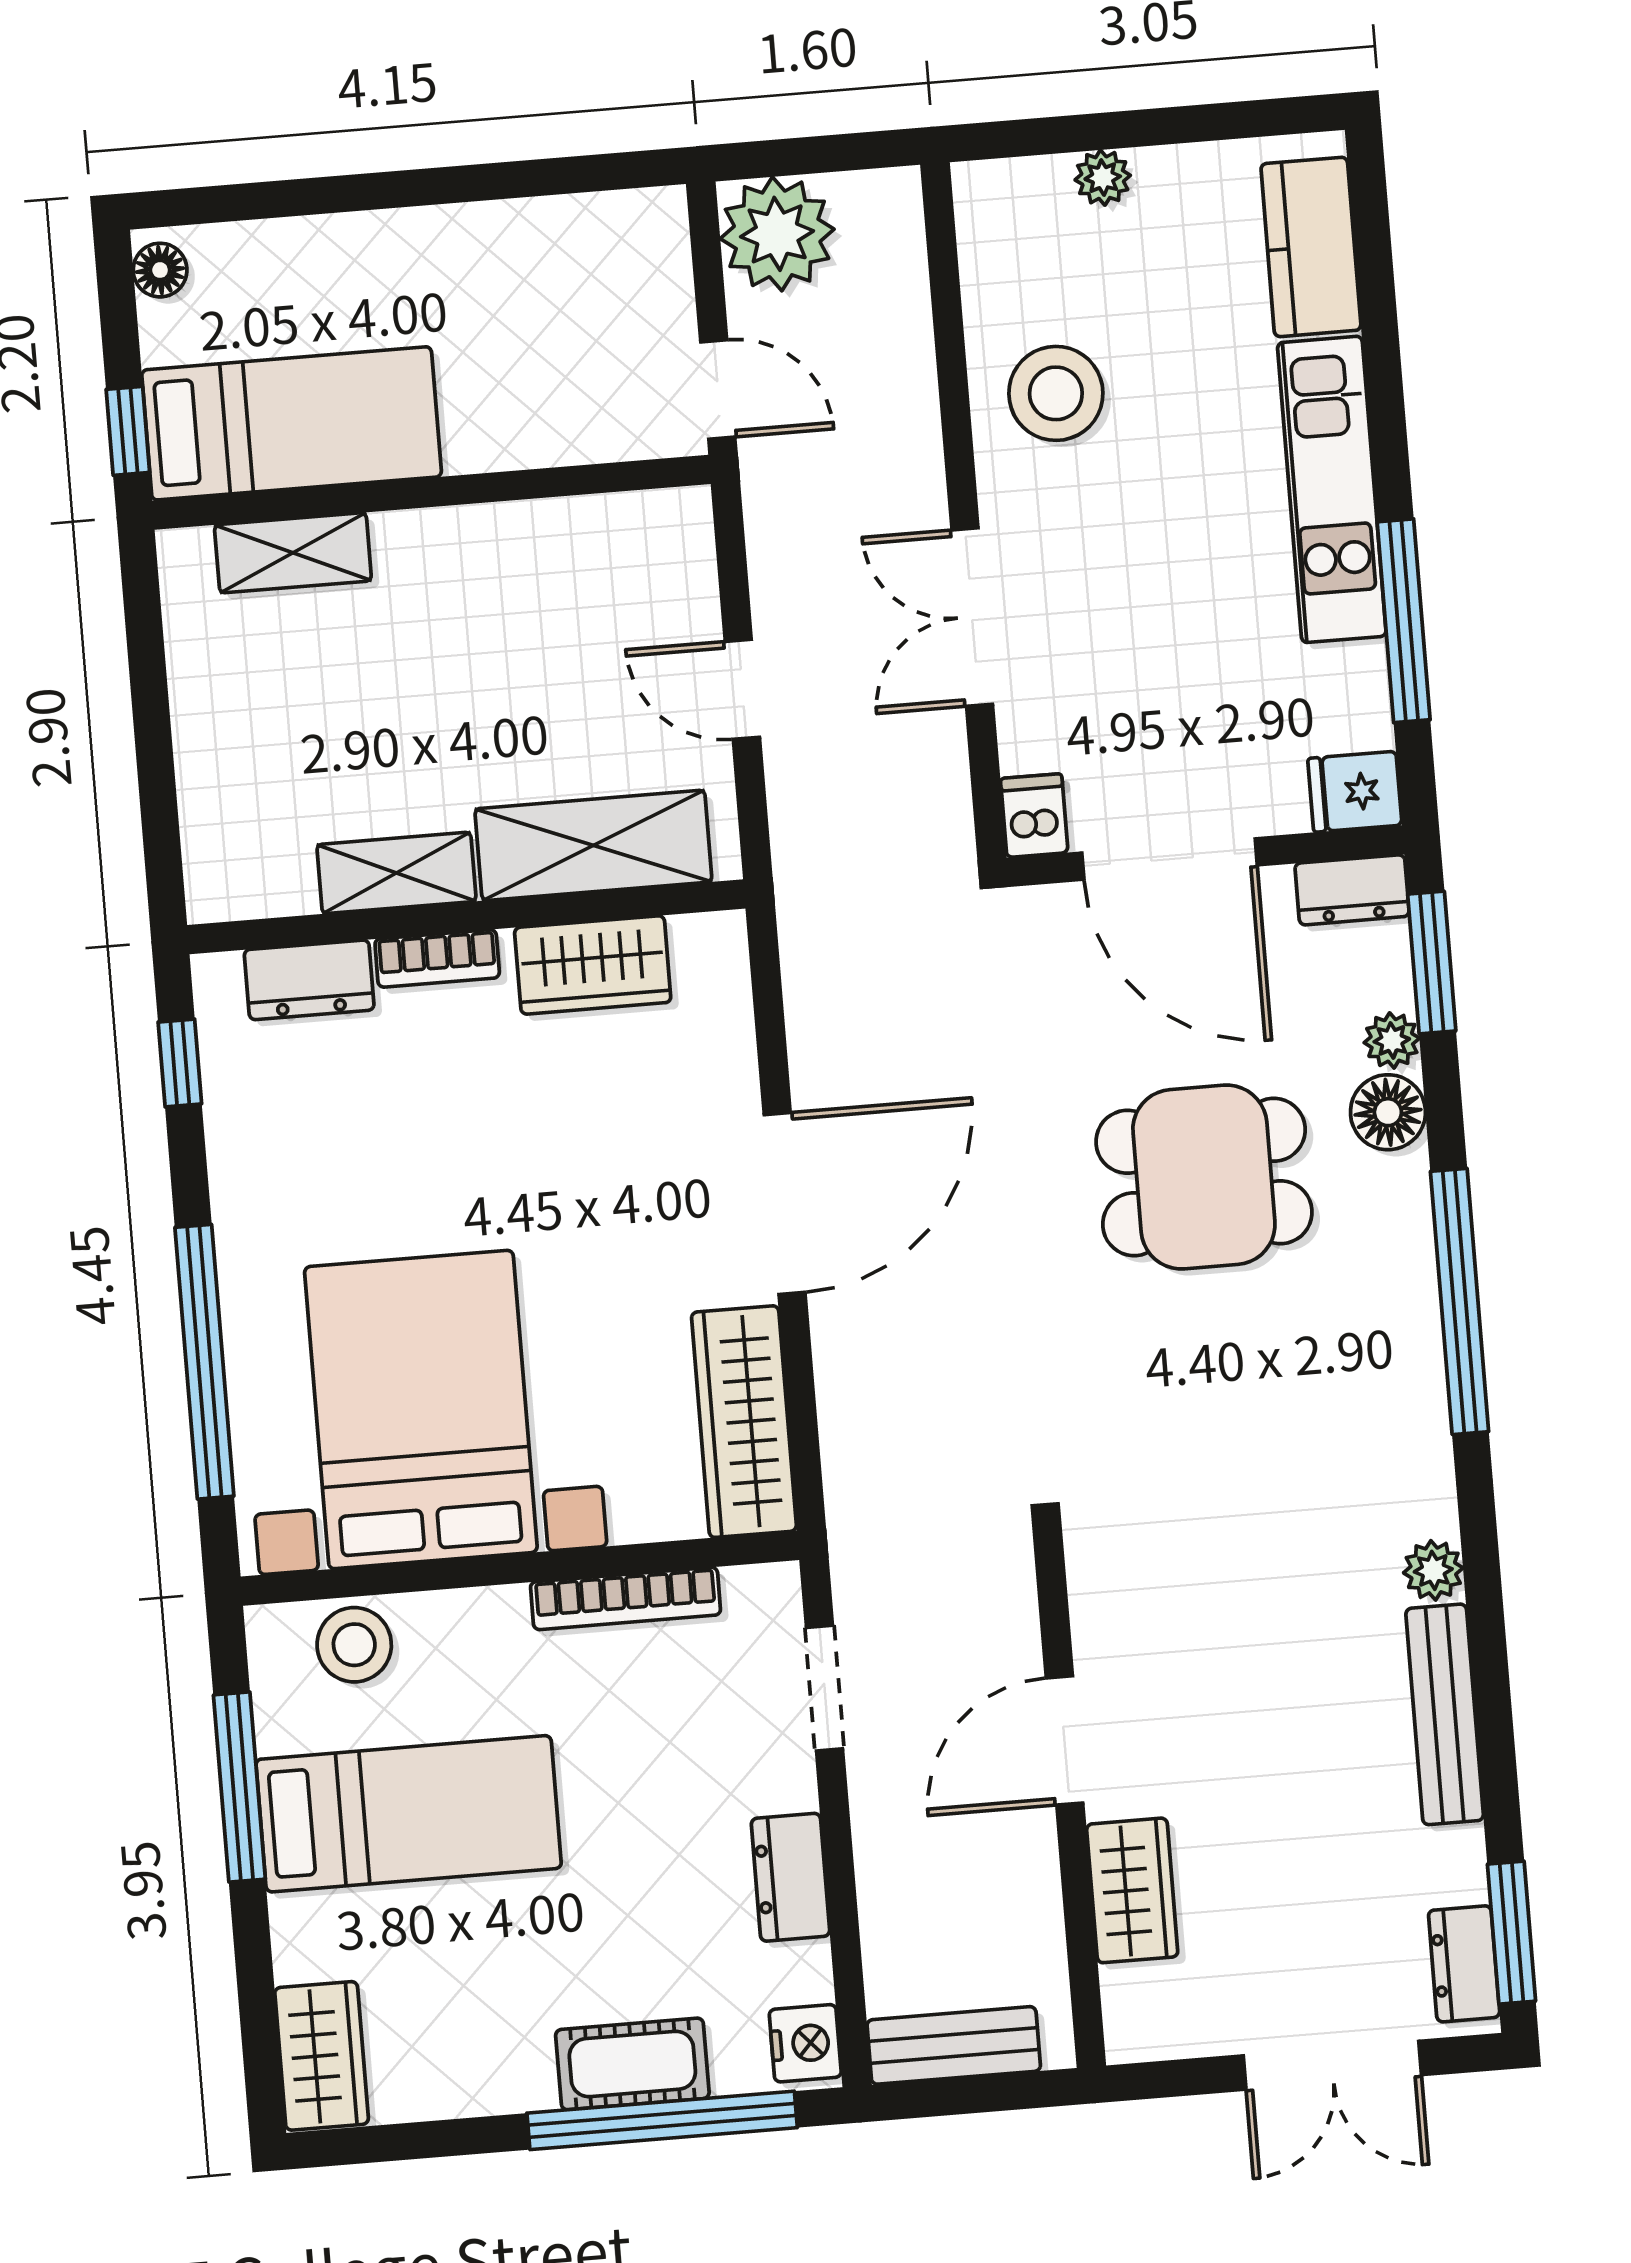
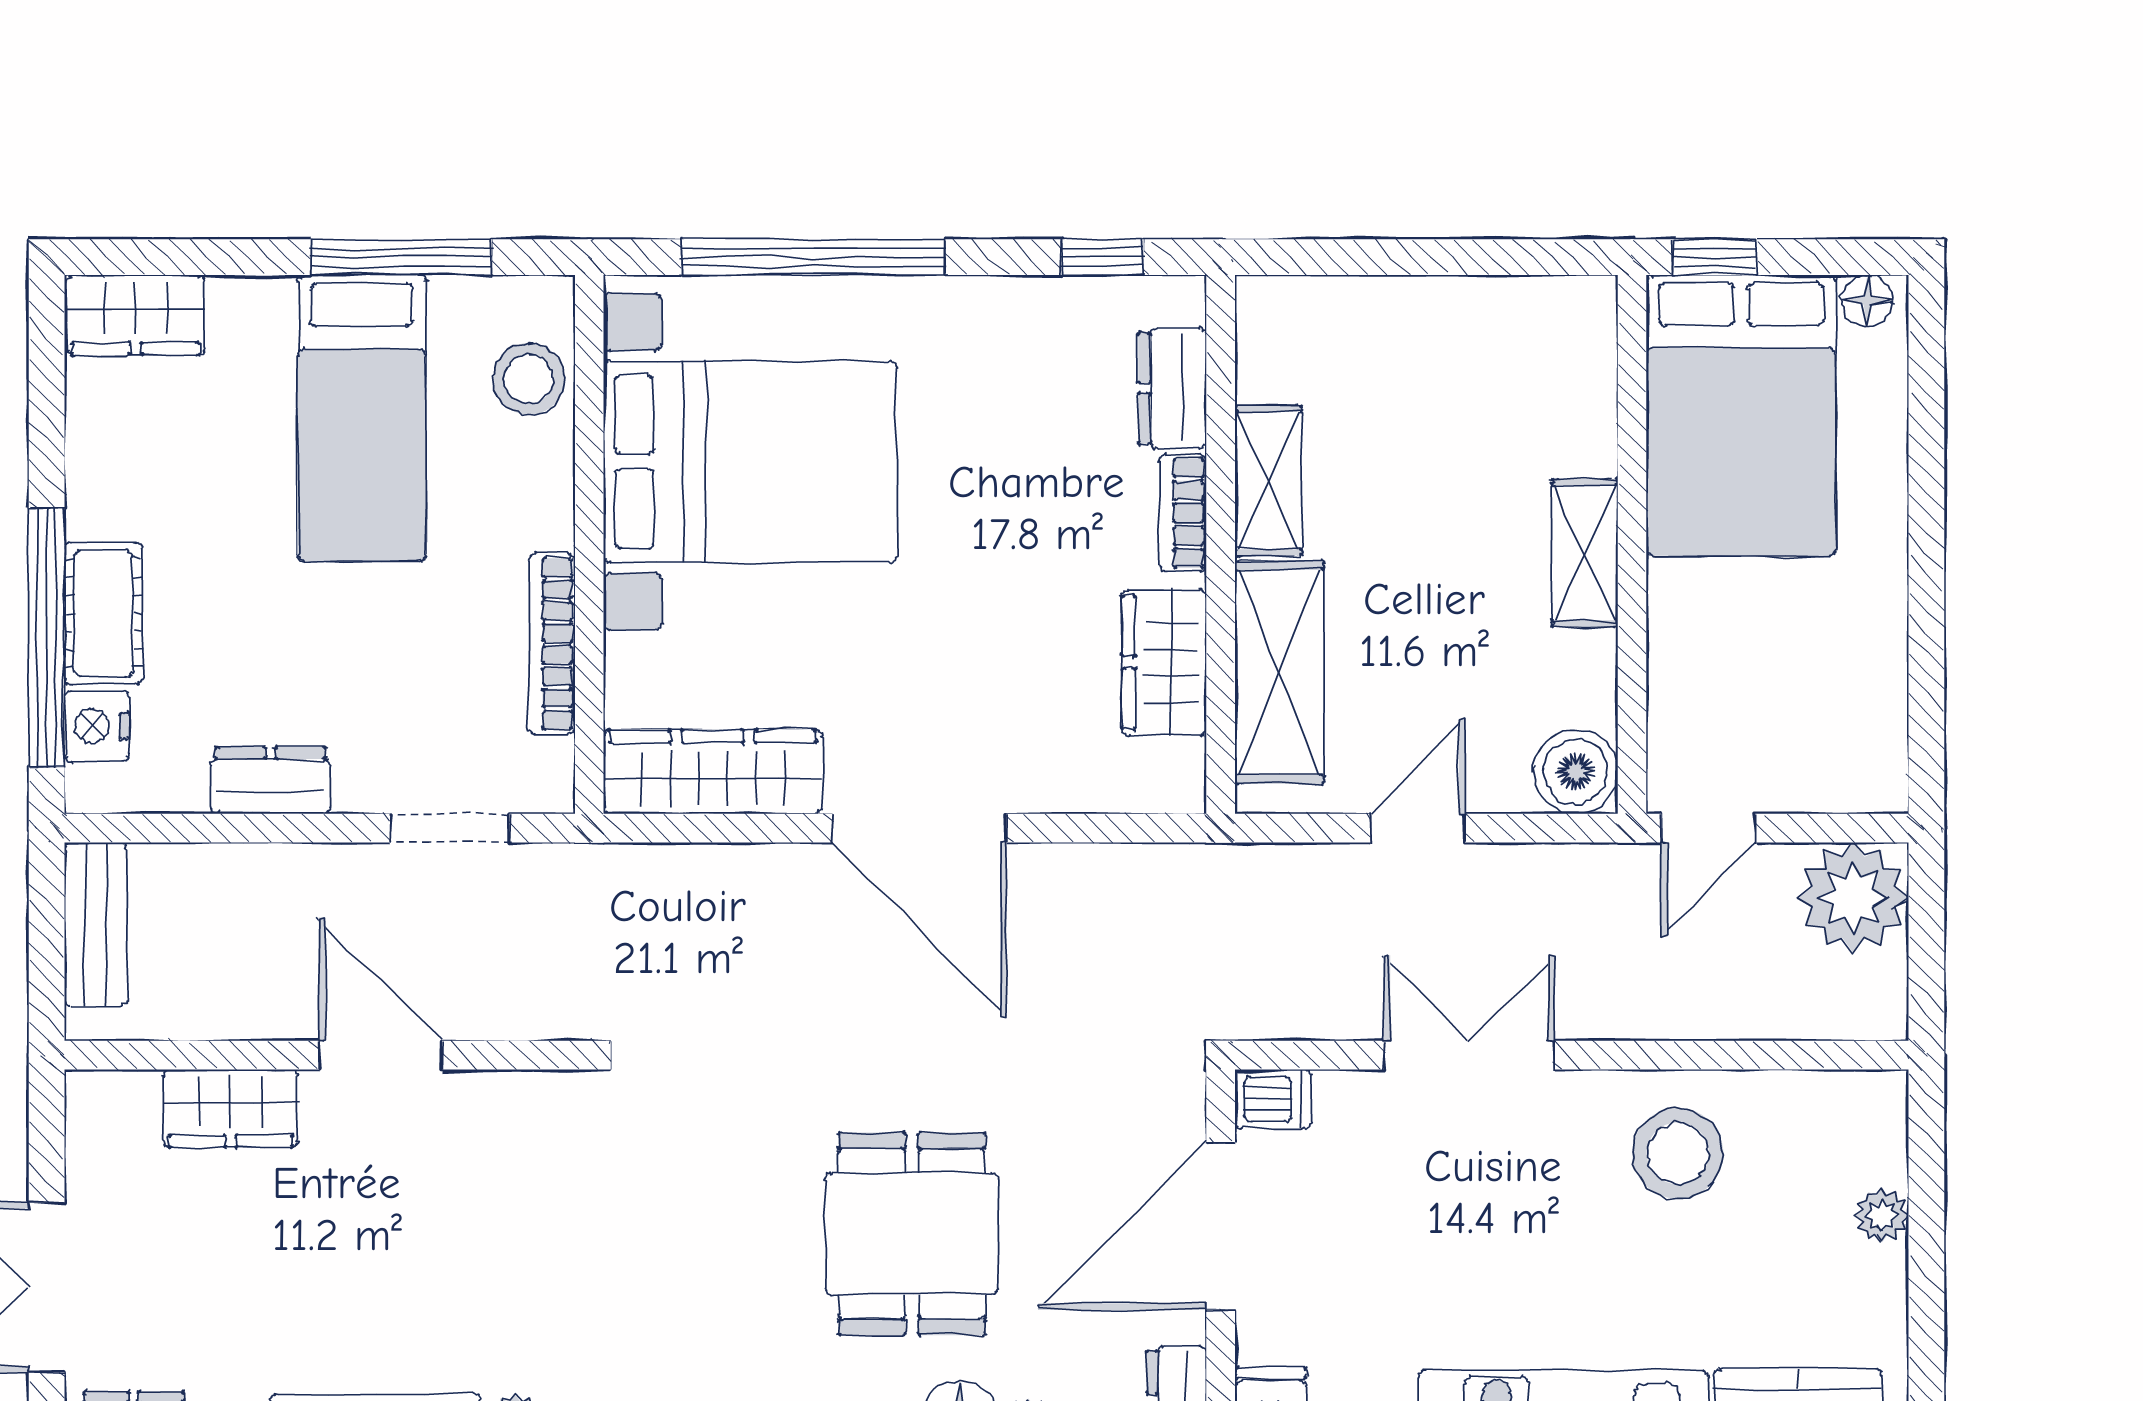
bed: (292, 423) -> (1741, 415), width x1.50
boiler: (671, 531) -> (1576, 772), added
shelving: (293, 553) -> (1585, 553), moved
nightstand: (805, 2043) -> (97, 726), moved, turned 90

